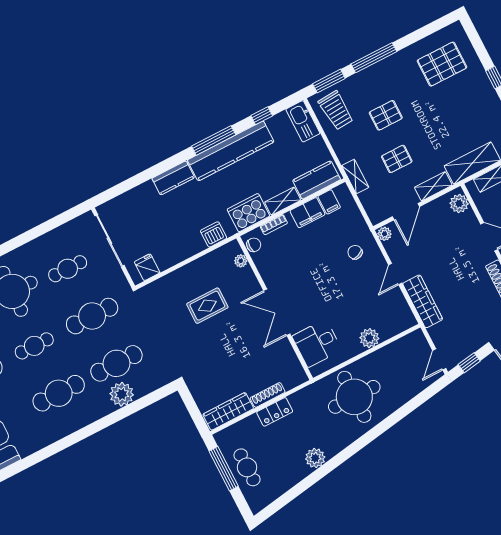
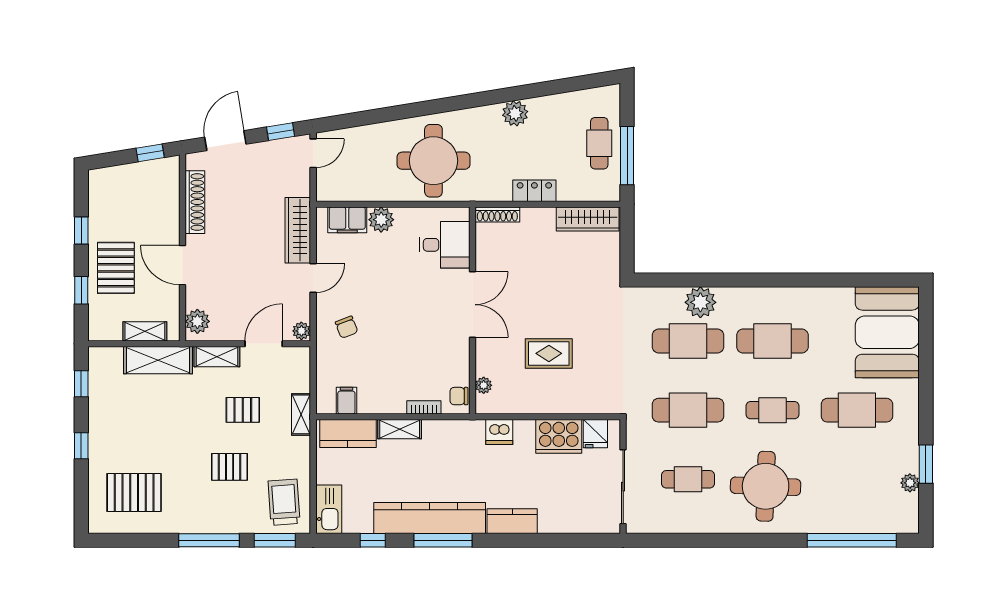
cooker: (248, 213) -> (559, 436), moved
filing cabinet: (308, 213) -> (347, 220), moved, turned 180
shoe rack: (268, 395) -> (497, 214), moved

